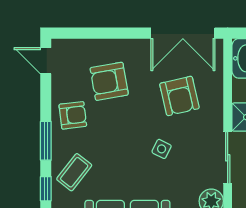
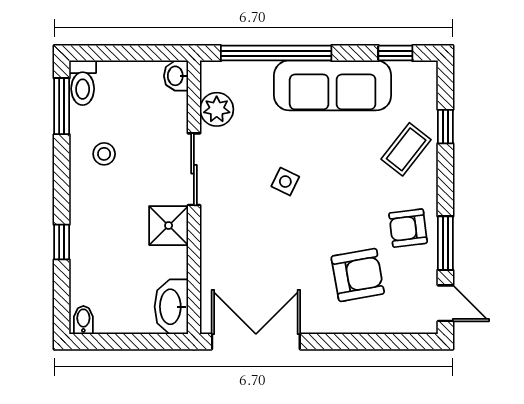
armchair: (179, 96) -> (261, 255), removed
window: (46, 141) -> (445, 243), moved

